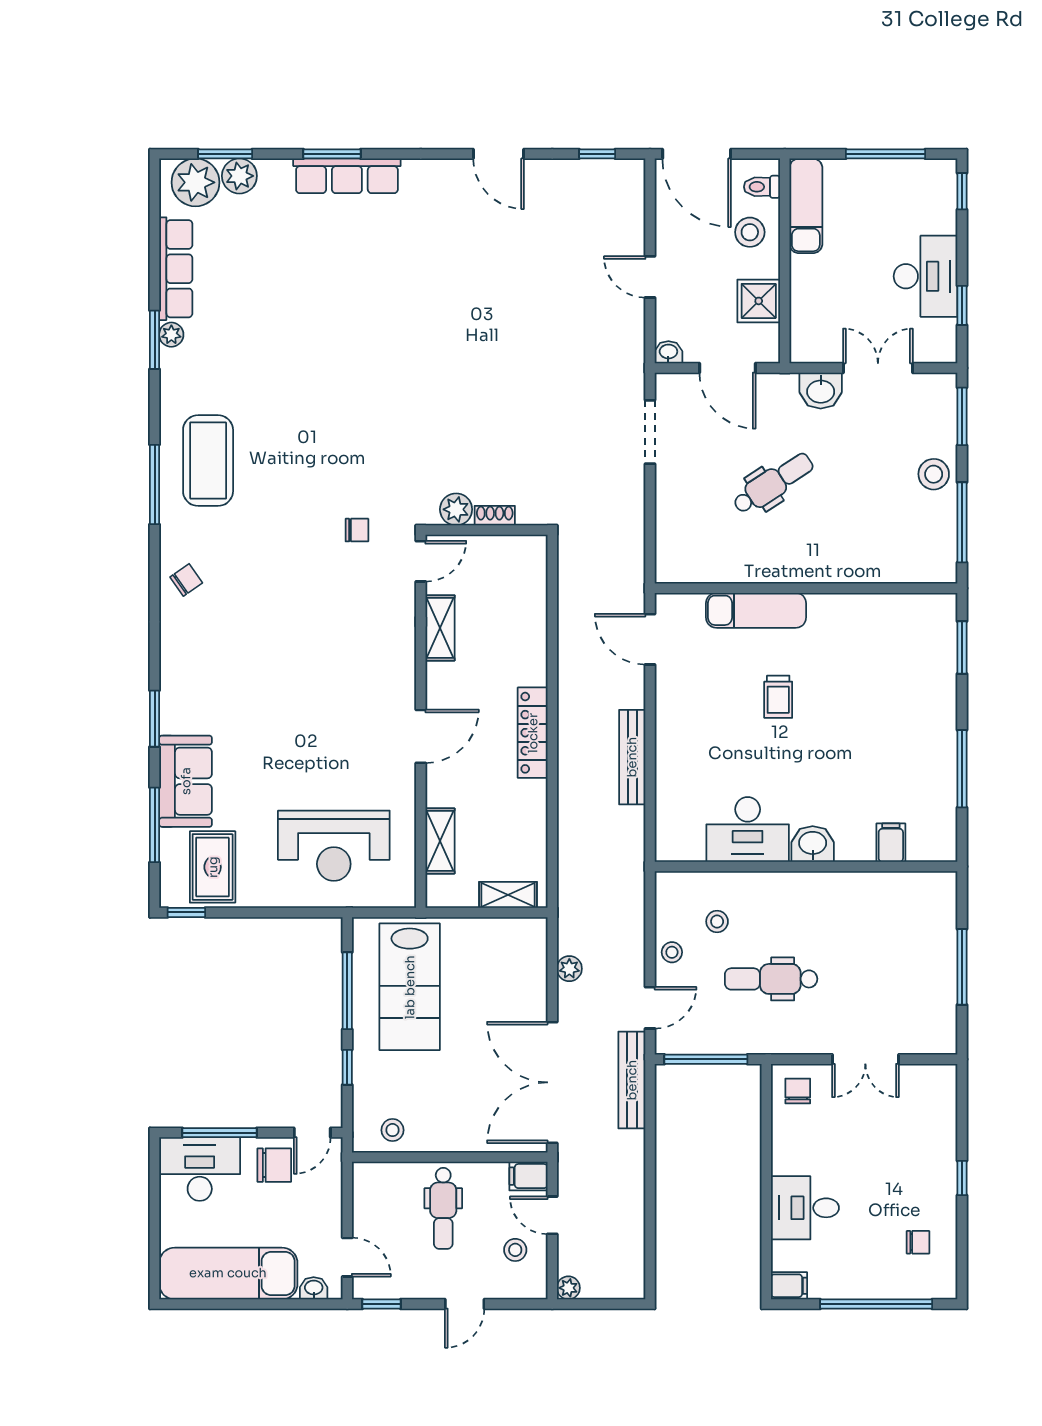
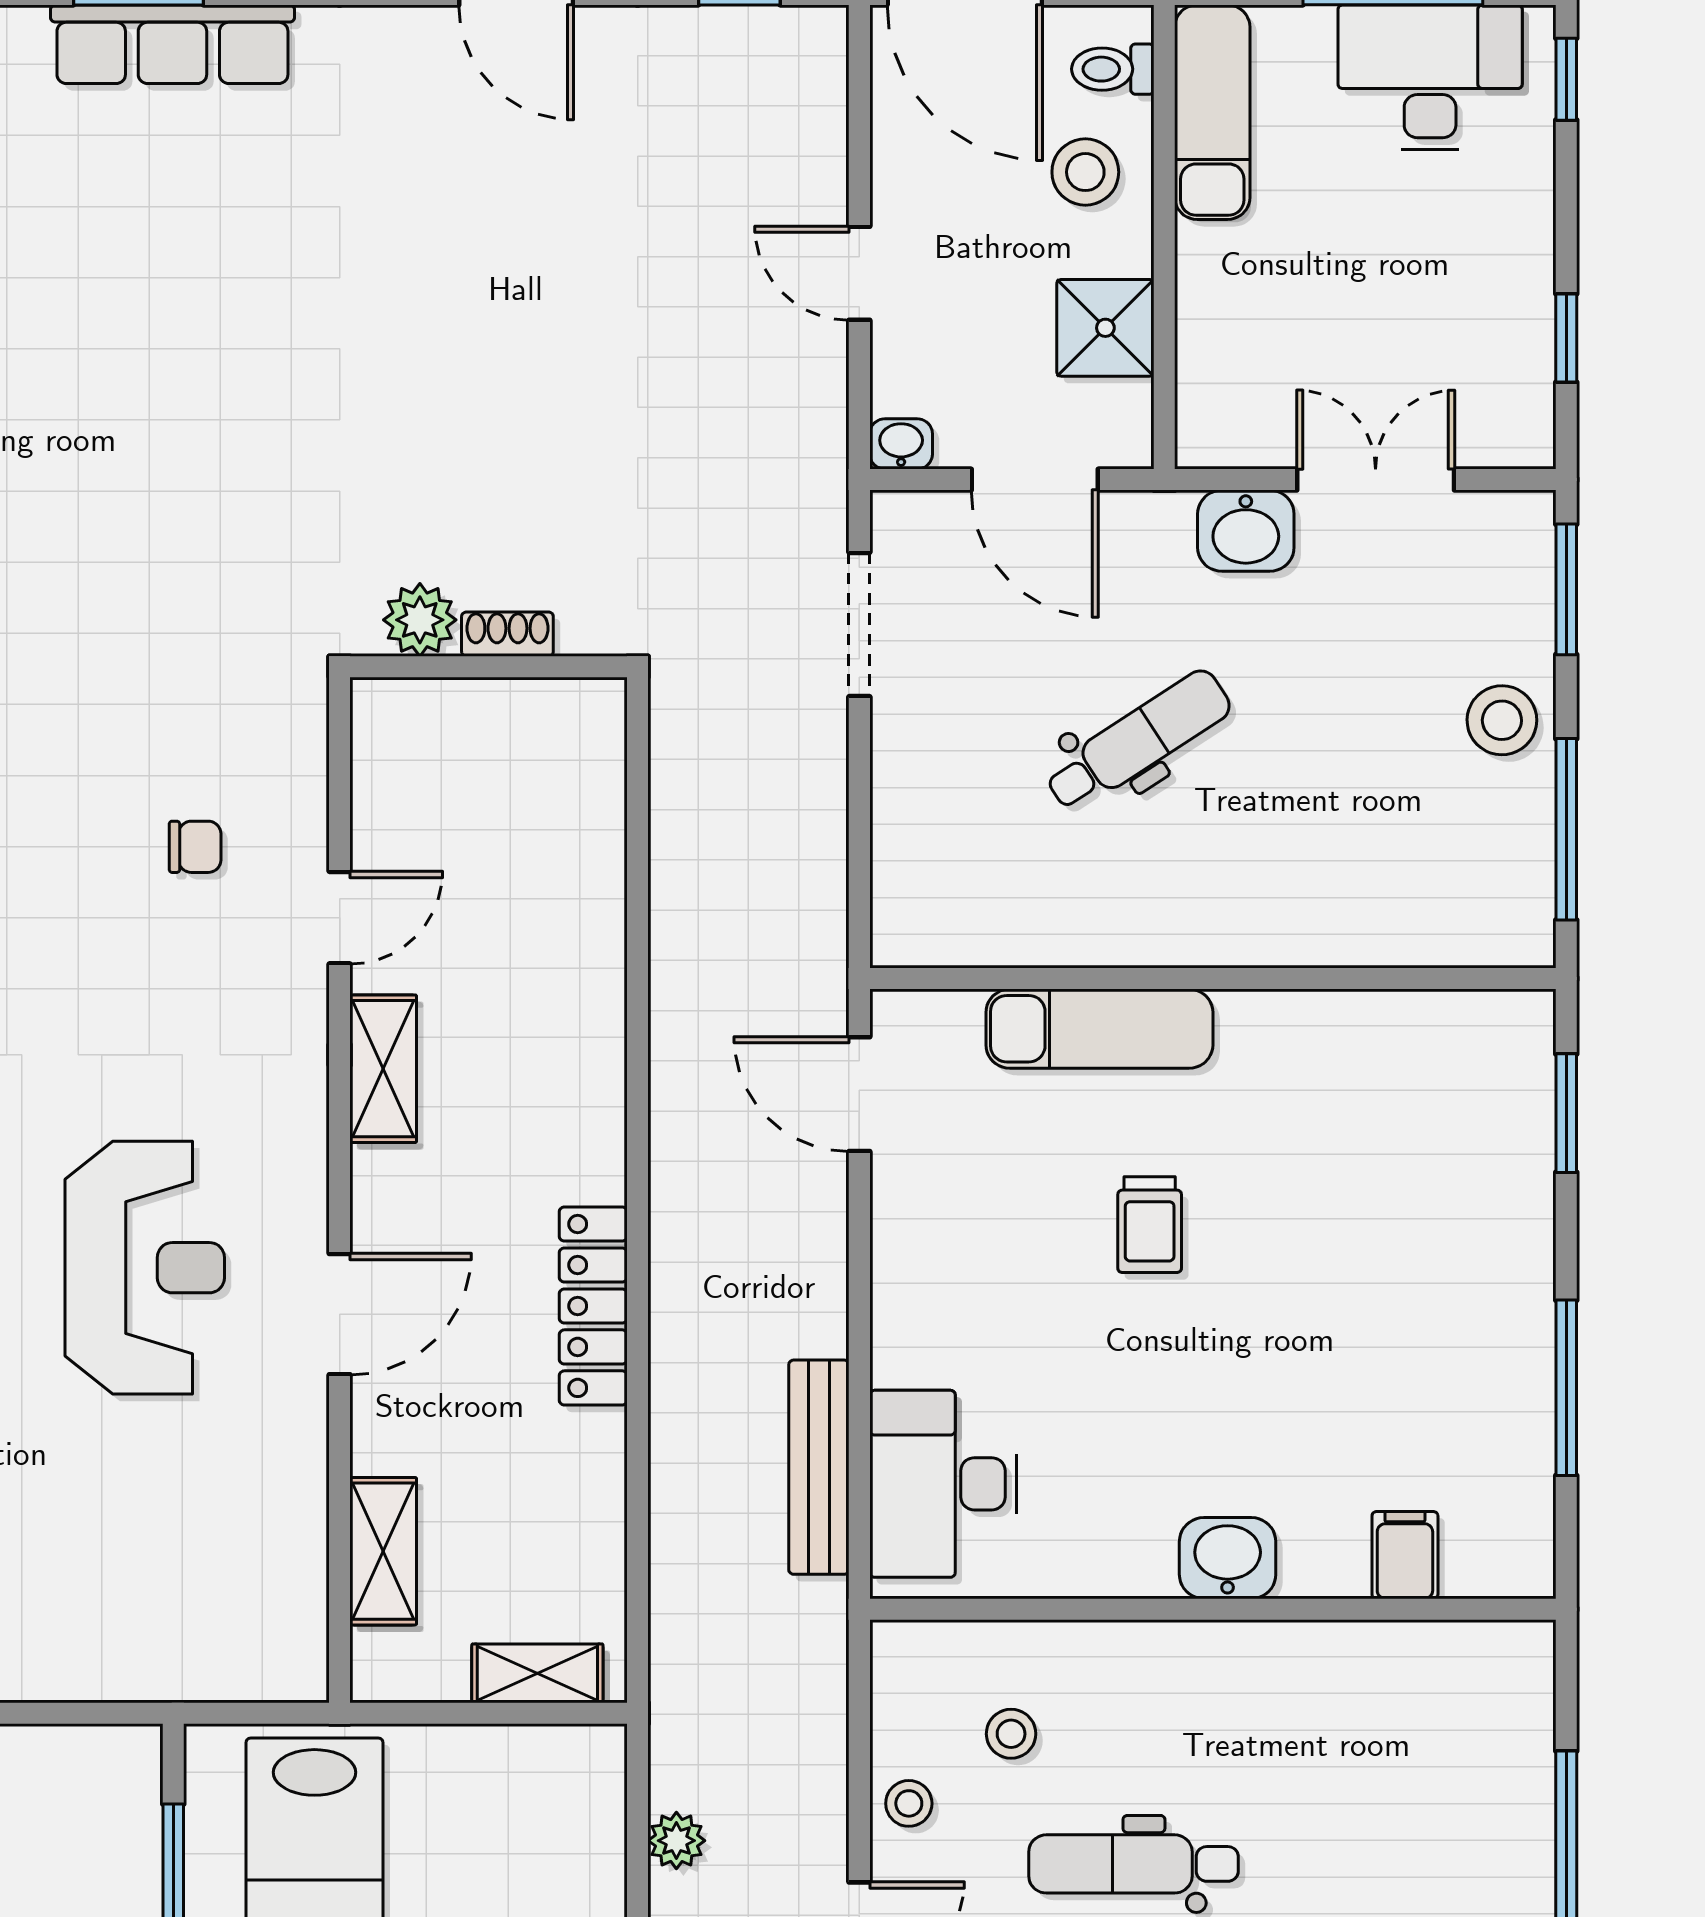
desk: (926, 276) -> (1430, 77), moved, turned -90
plant: (456, 509) -> (420, 620), moved
shoe rack: (495, 516) -> (507, 634), moved
wall: (486, 530) -> (489, 667), moved
bench: (632, 757) -> (819, 1467), moved
desk: (748, 829) -> (943, 1484), moved, turned 90
reception desk: (334, 846) -> (145, 1268), moved, turned -90

